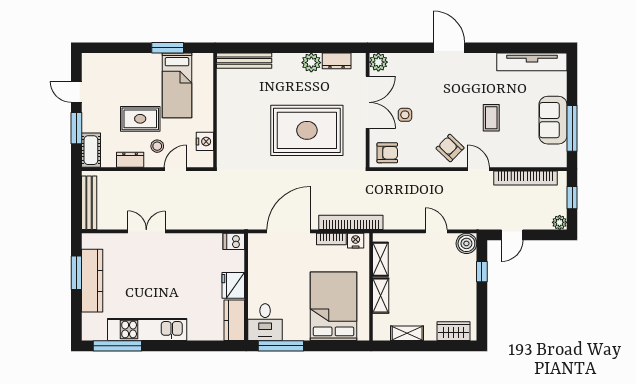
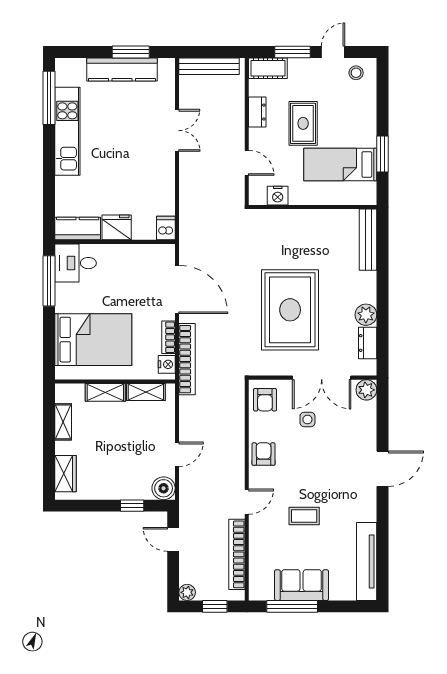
stool: (157, 146) -> (356, 73), moved
armchair: (450, 148) -> (264, 454), moved, turned -44

